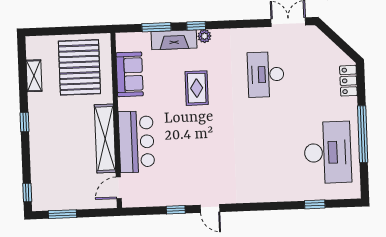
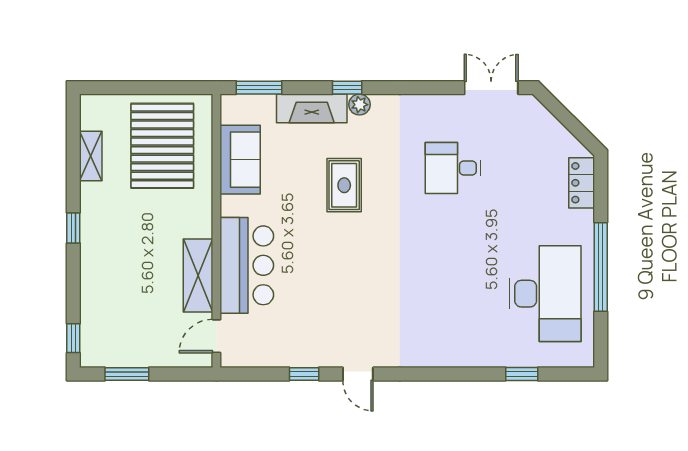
window: (156, 27) -> (259, 88), moved
desk: (266, 74) -> (453, 168), width x0.73
shelving: (105, 139) -> (198, 276), width x0.68

